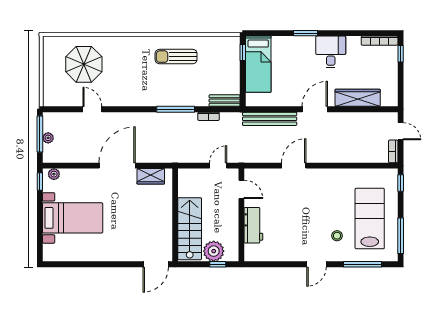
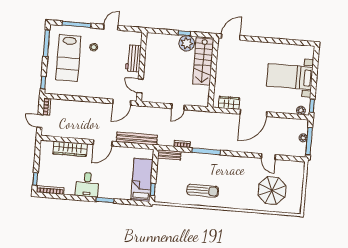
door: (241, 189) -> (140, 86), moved
wall: (241, 215) -> (142, 67), moved
workbench: (253, 225) -> (133, 58), moved

